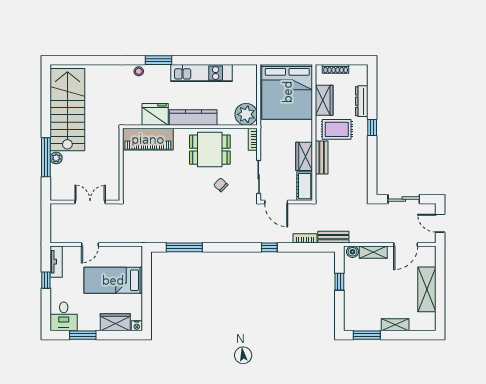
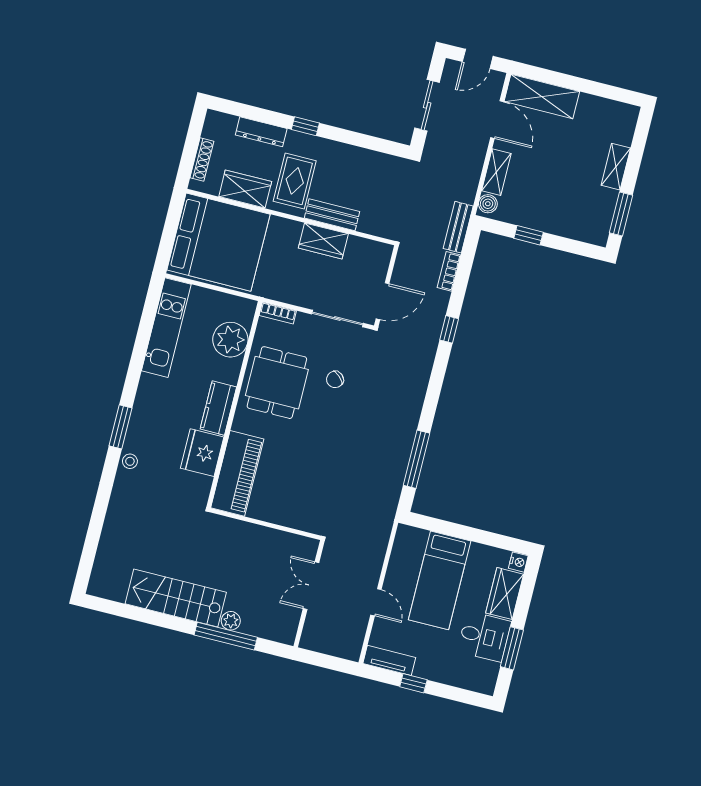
kitchen unit: (202, 73) -> (166, 328), moved
stairs: (67, 110) -> (176, 598), width x0.73, depth x0.66
plant: (246, 114) -> (230, 340), moved
kitchen counter: (193, 117) -> (218, 408), width x0.67
cot: (305, 186) -> (369, 252), removed
shelving: (427, 289) -> (542, 96), moved
desk: (64, 316) -> (484, 637), moved

